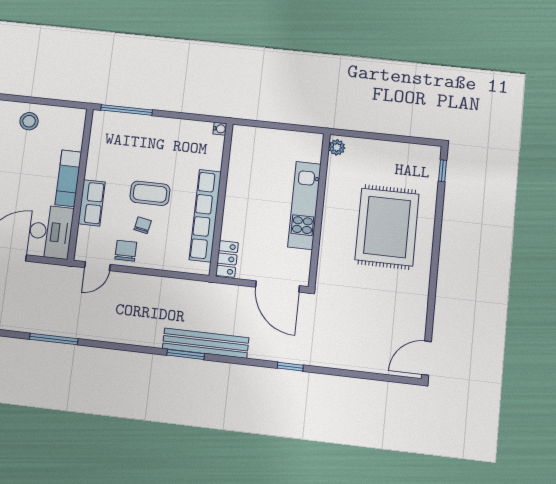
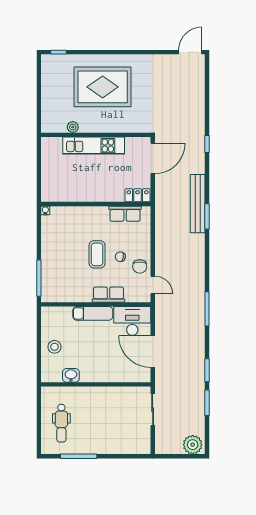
plant: (337, 147) -> (73, 127), moved
row of seats: (205, 216) -> (125, 214), width x0.50
chair: (126, 251) -> (140, 266), turned -90
door: (427, 358) -> (190, 52), swing flipped

